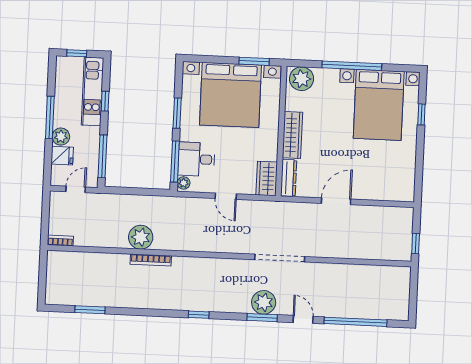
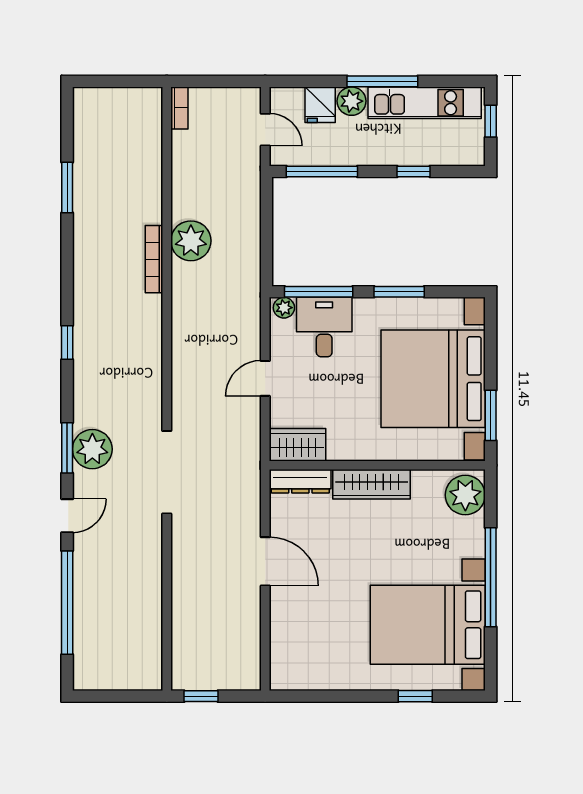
kitchen unit: (93, 91) -> (425, 103), moved, turned 180
window: (90, 310) -> (67, 187), moved

